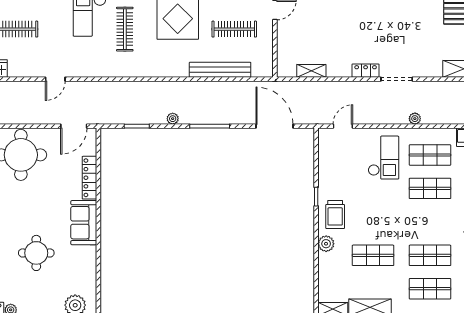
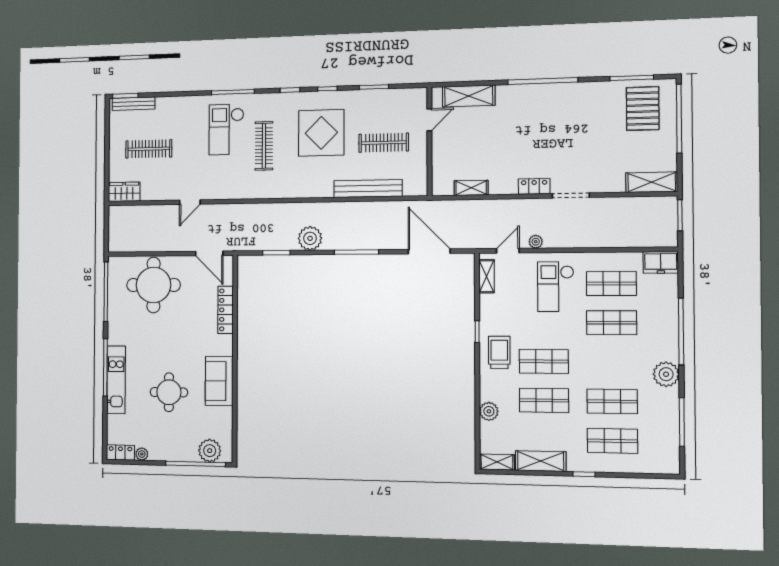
plant: (173, 119) -> (310, 238), width x1.88, depth x1.88
plant: (415, 119) -> (536, 242), moved
door: (74, 126) -> (209, 253), hinge flipped
shelving: (324, 148) -> (487, 276), added
checkout: (383, 158) -> (556, 287), turned 180
trolley: (335, 215) -> (499, 352), turned 180
shop shelf: (373, 222) -> (544, 361), added
sofa: (84, 223) -> (219, 381), moved
plant: (326, 244) -> (489, 411), moved

